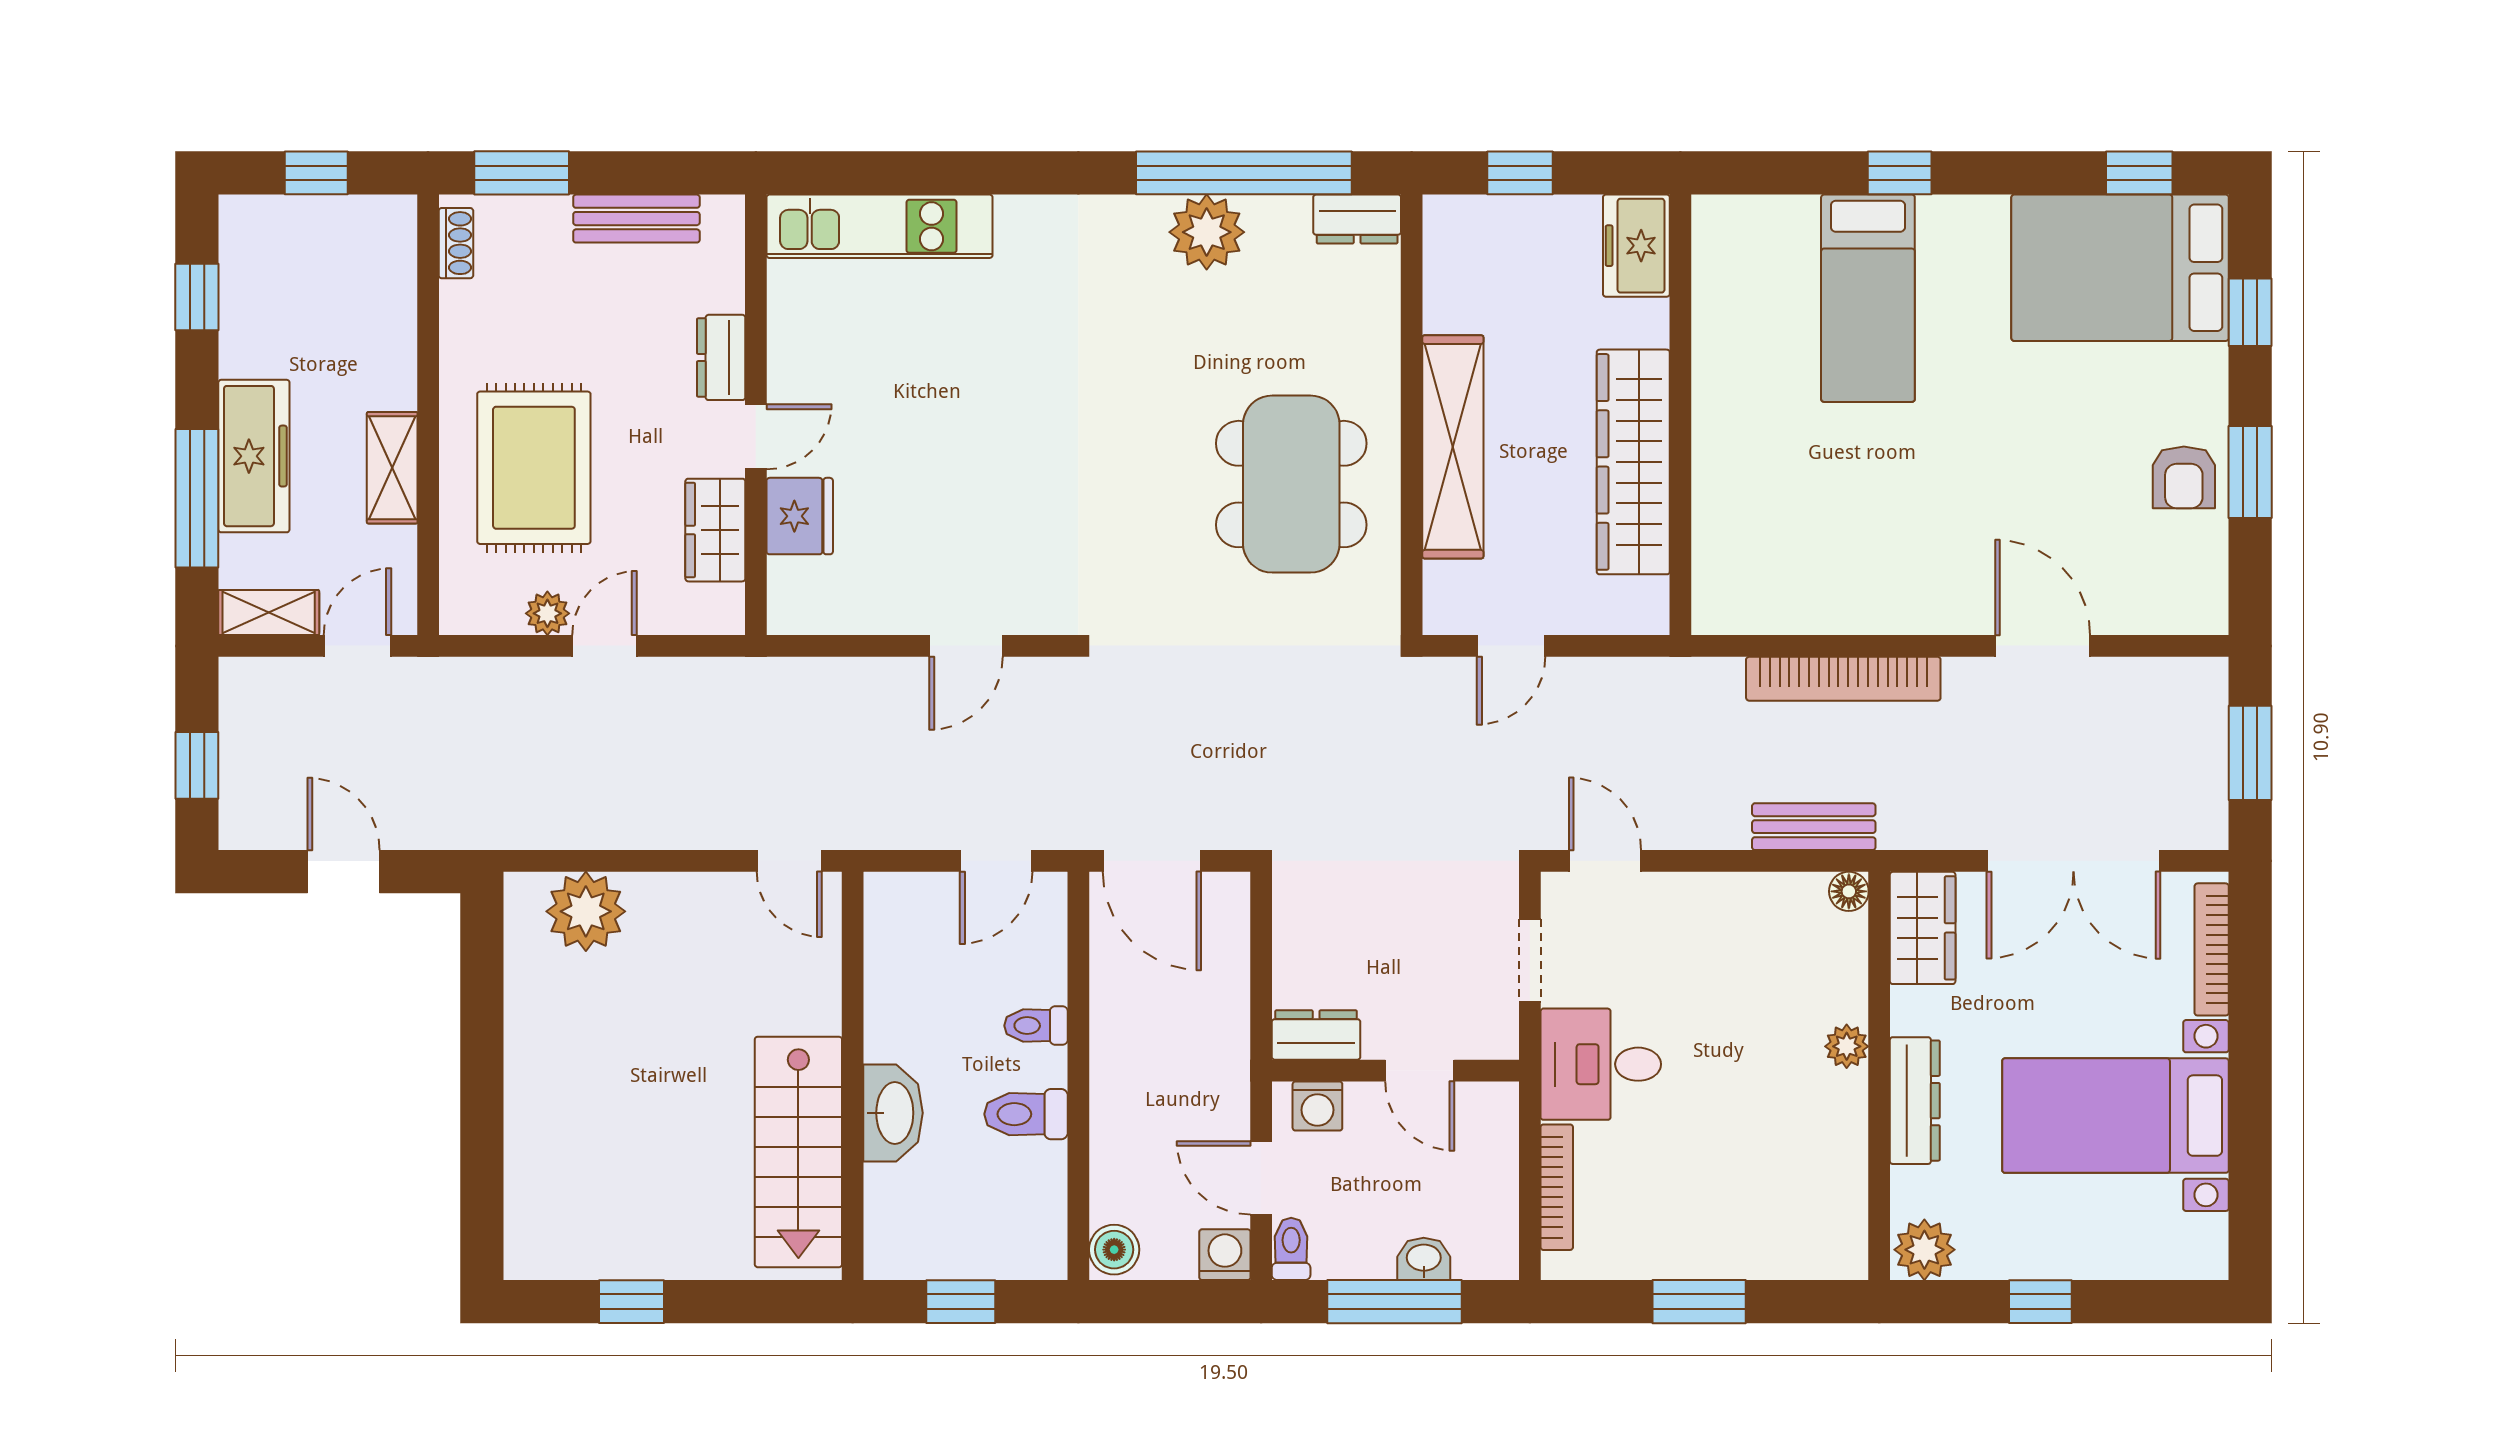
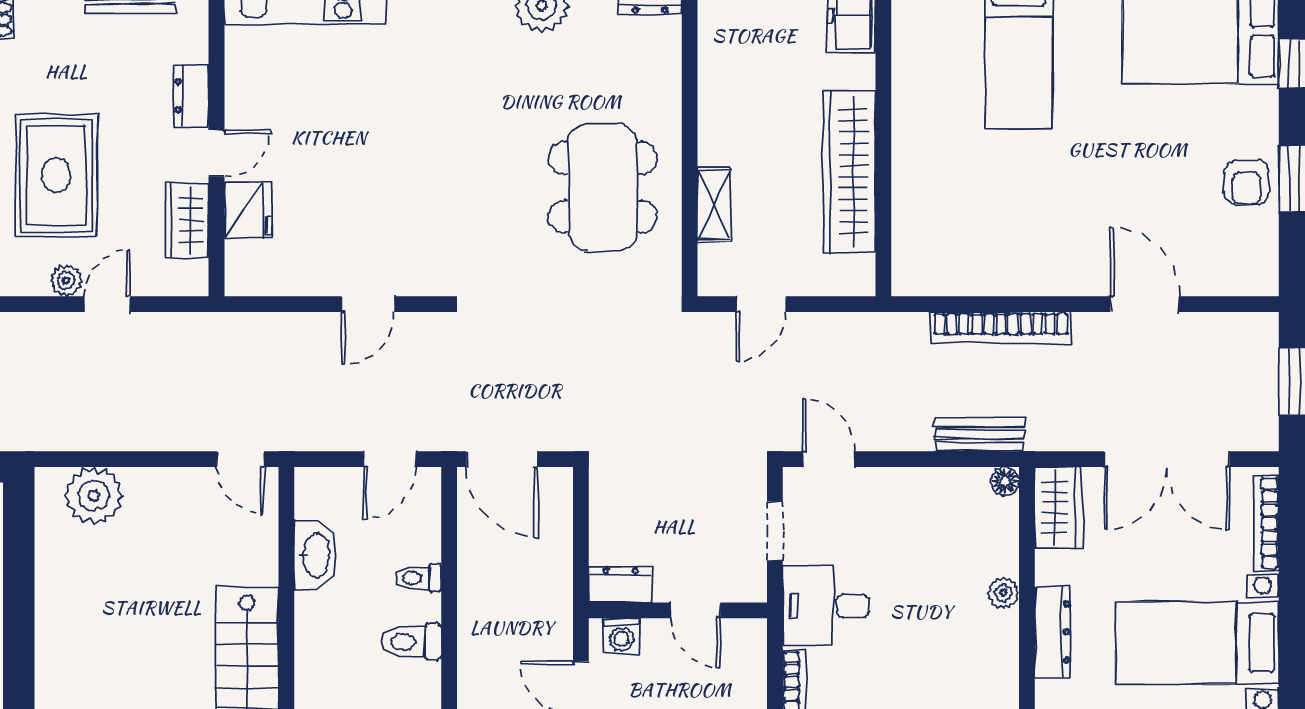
shelving: (1453, 447) -> (714, 204), width x0.45, depth x0.75
washbasin: (893, 1113) -> (315, 555), moved

